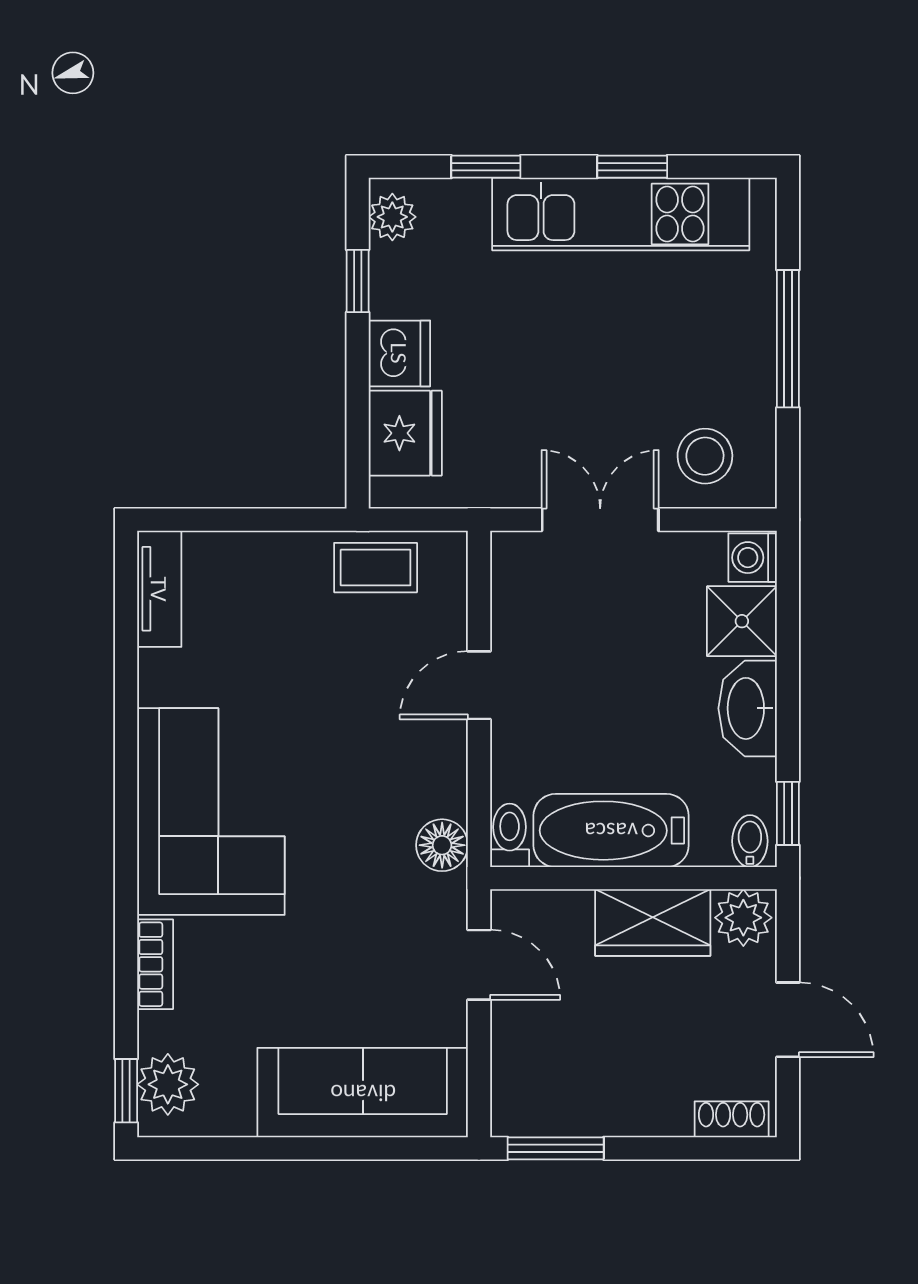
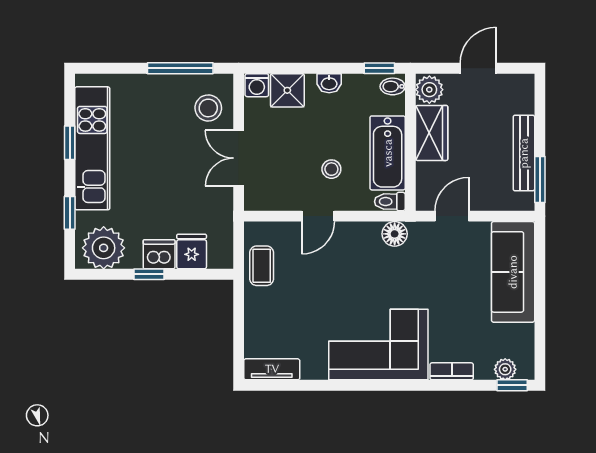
plant: (392, 217) -> (104, 248), width x1.87, depth x1.87
window: (358, 281) -> (149, 274), moved
window: (788, 339) -> (180, 68), moved
fridge: (405, 433) -> (192, 252), width x0.72
door: (479, 685) -> (318, 216), hinge flipped
washbasin: (748, 708) -> (329, 83), width x0.52, depth x0.69
stool: (577, 713) -> (331, 169), added
plant: (168, 1084) -> (505, 369), width x0.73, depth x0.73
bench: (611, 1115) -> (524, 153), added
shoe rack: (732, 1119) -> (526, 95), removed

